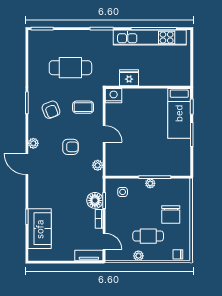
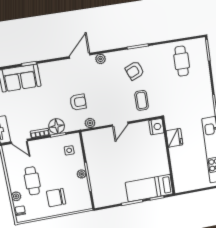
cafe table: (70, 68) -> (182, 61), moved, width x0.73, depth x0.74
armchair: (70, 147) -> (78, 102), moved, turned -90
door: (104, 241) -> (19, 141), hinge flipped
plant: (138, 256) -> (16, 196), moved

